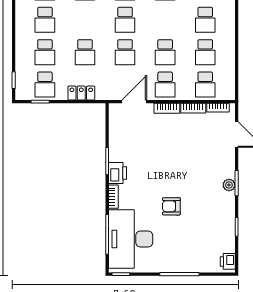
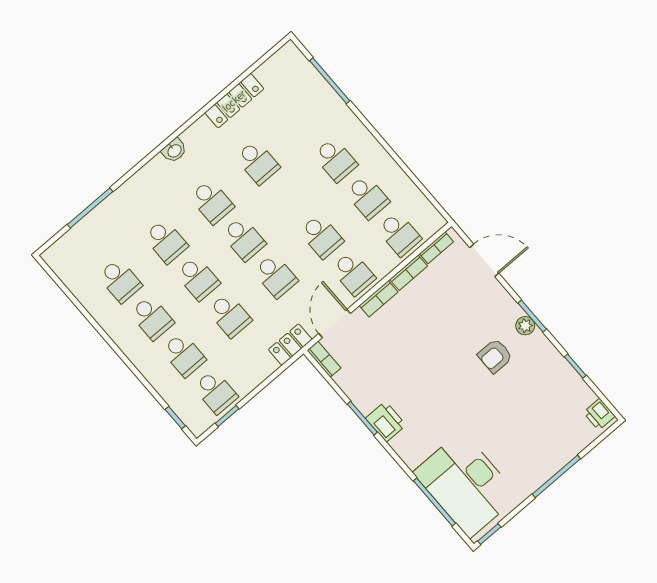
school desk: (85, 20) -> (198, 278), added
locker: (81, 93) -> (290, 345), moved
bookcase: (113, 197) -> (324, 359), moved
armchair: (171, 206) -> (495, 356), moved

